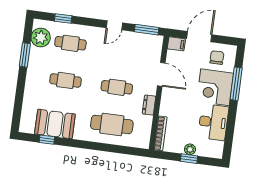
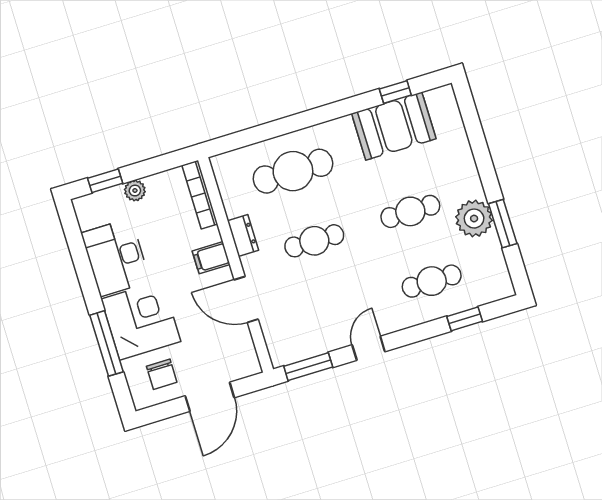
plant: (41, 37) -> (474, 219), moved
filing cabinet: (176, 44) -> (211, 258), moved
window: (189, 159) -> (105, 181), moved

